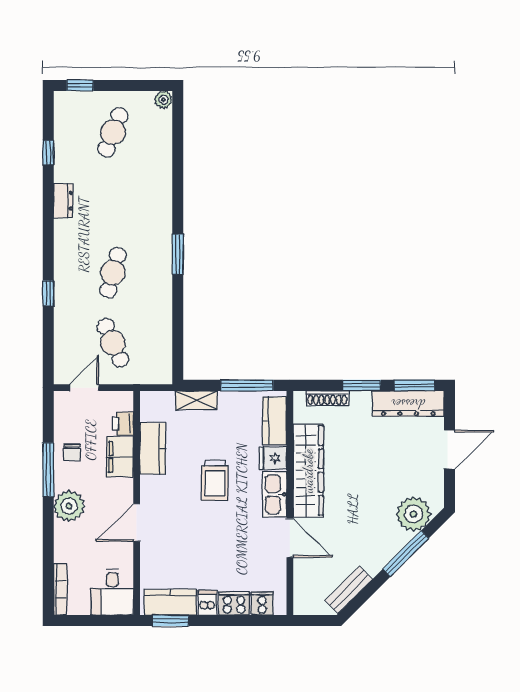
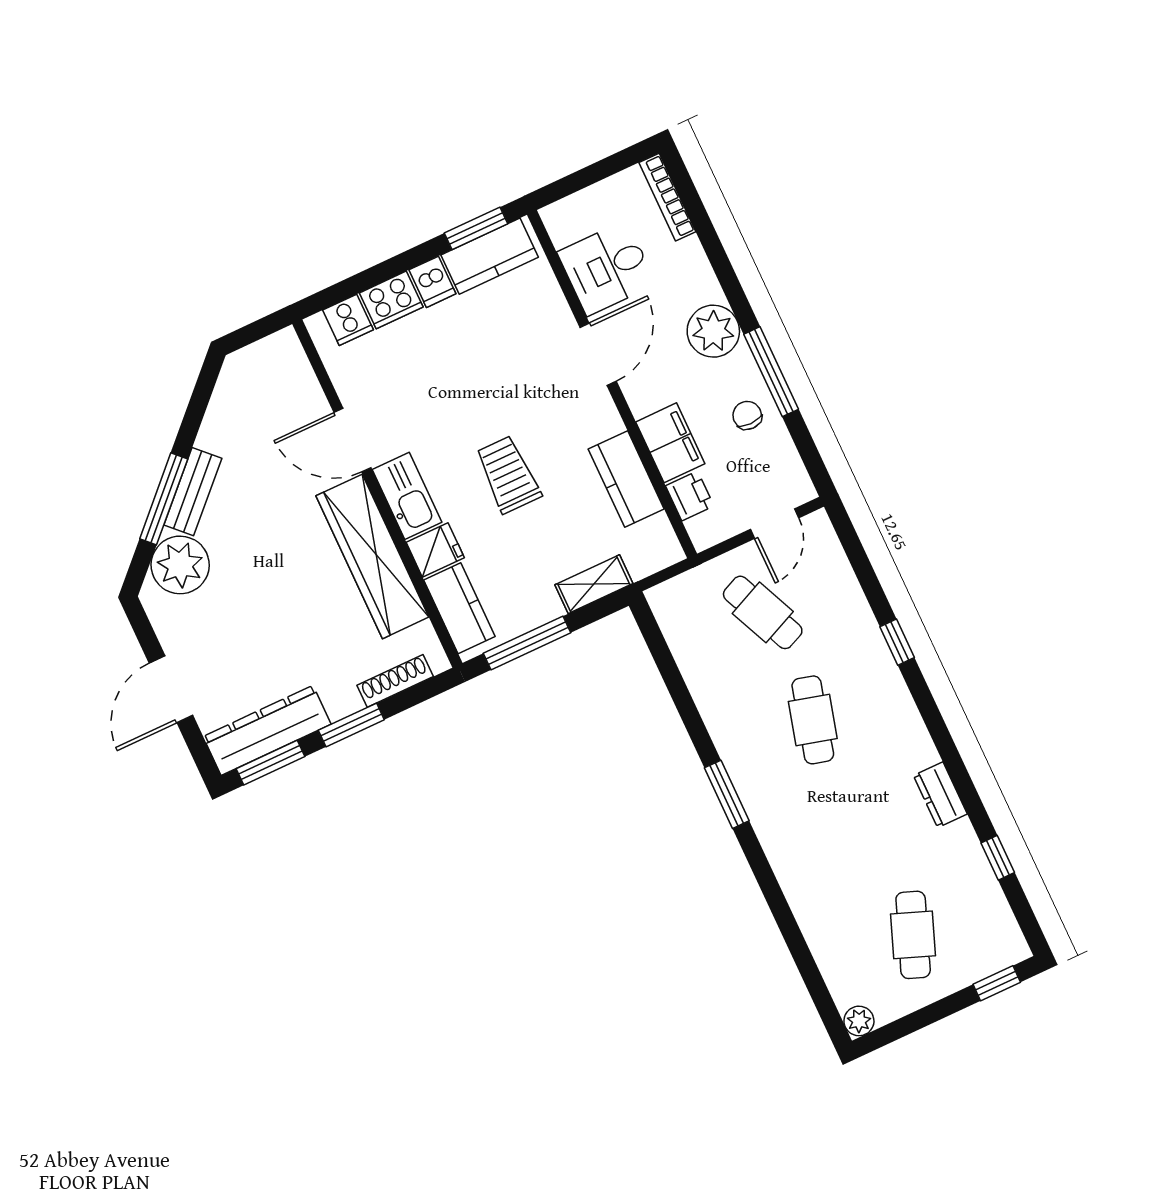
bench: (349, 590) -> (193, 492), moved
desk: (112, 592) -> (607, 268), moved, turned -90

